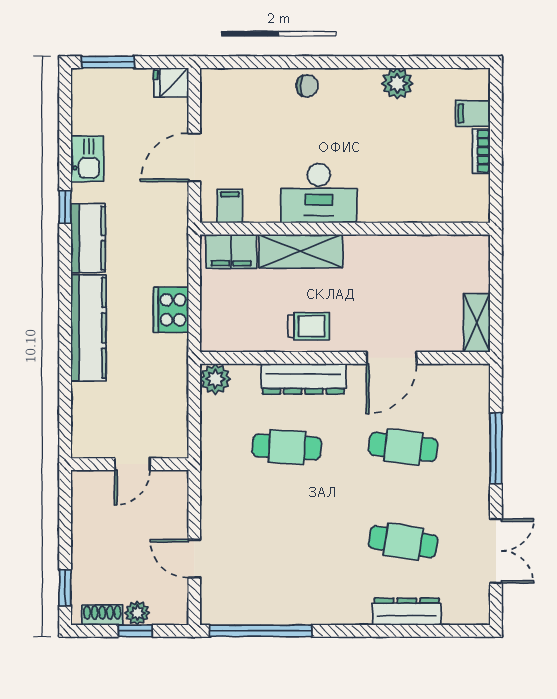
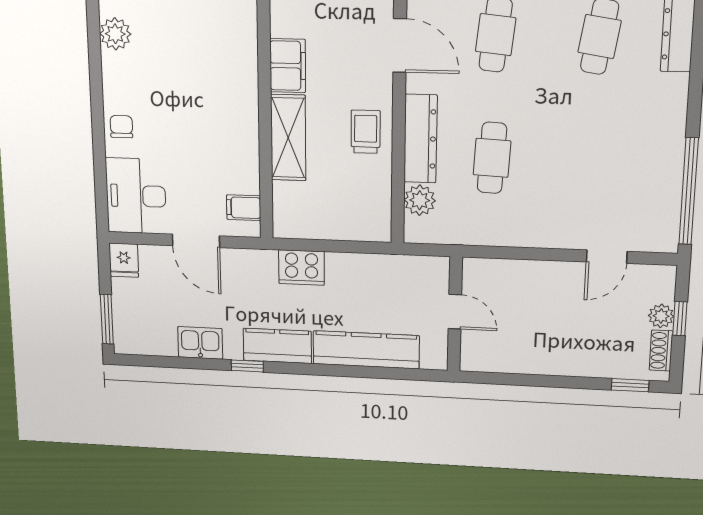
desk: (319, 193) -> (136, 196), moved, turned 180
filing cabinet: (231, 251) -> (288, 66), moved
cooker: (171, 310) -> (301, 268), moved
plant: (215, 379) -> (420, 200), moved
wall: (130, 464) -> (455, 314), moved
door: (132, 464) -> (455, 312), moved

